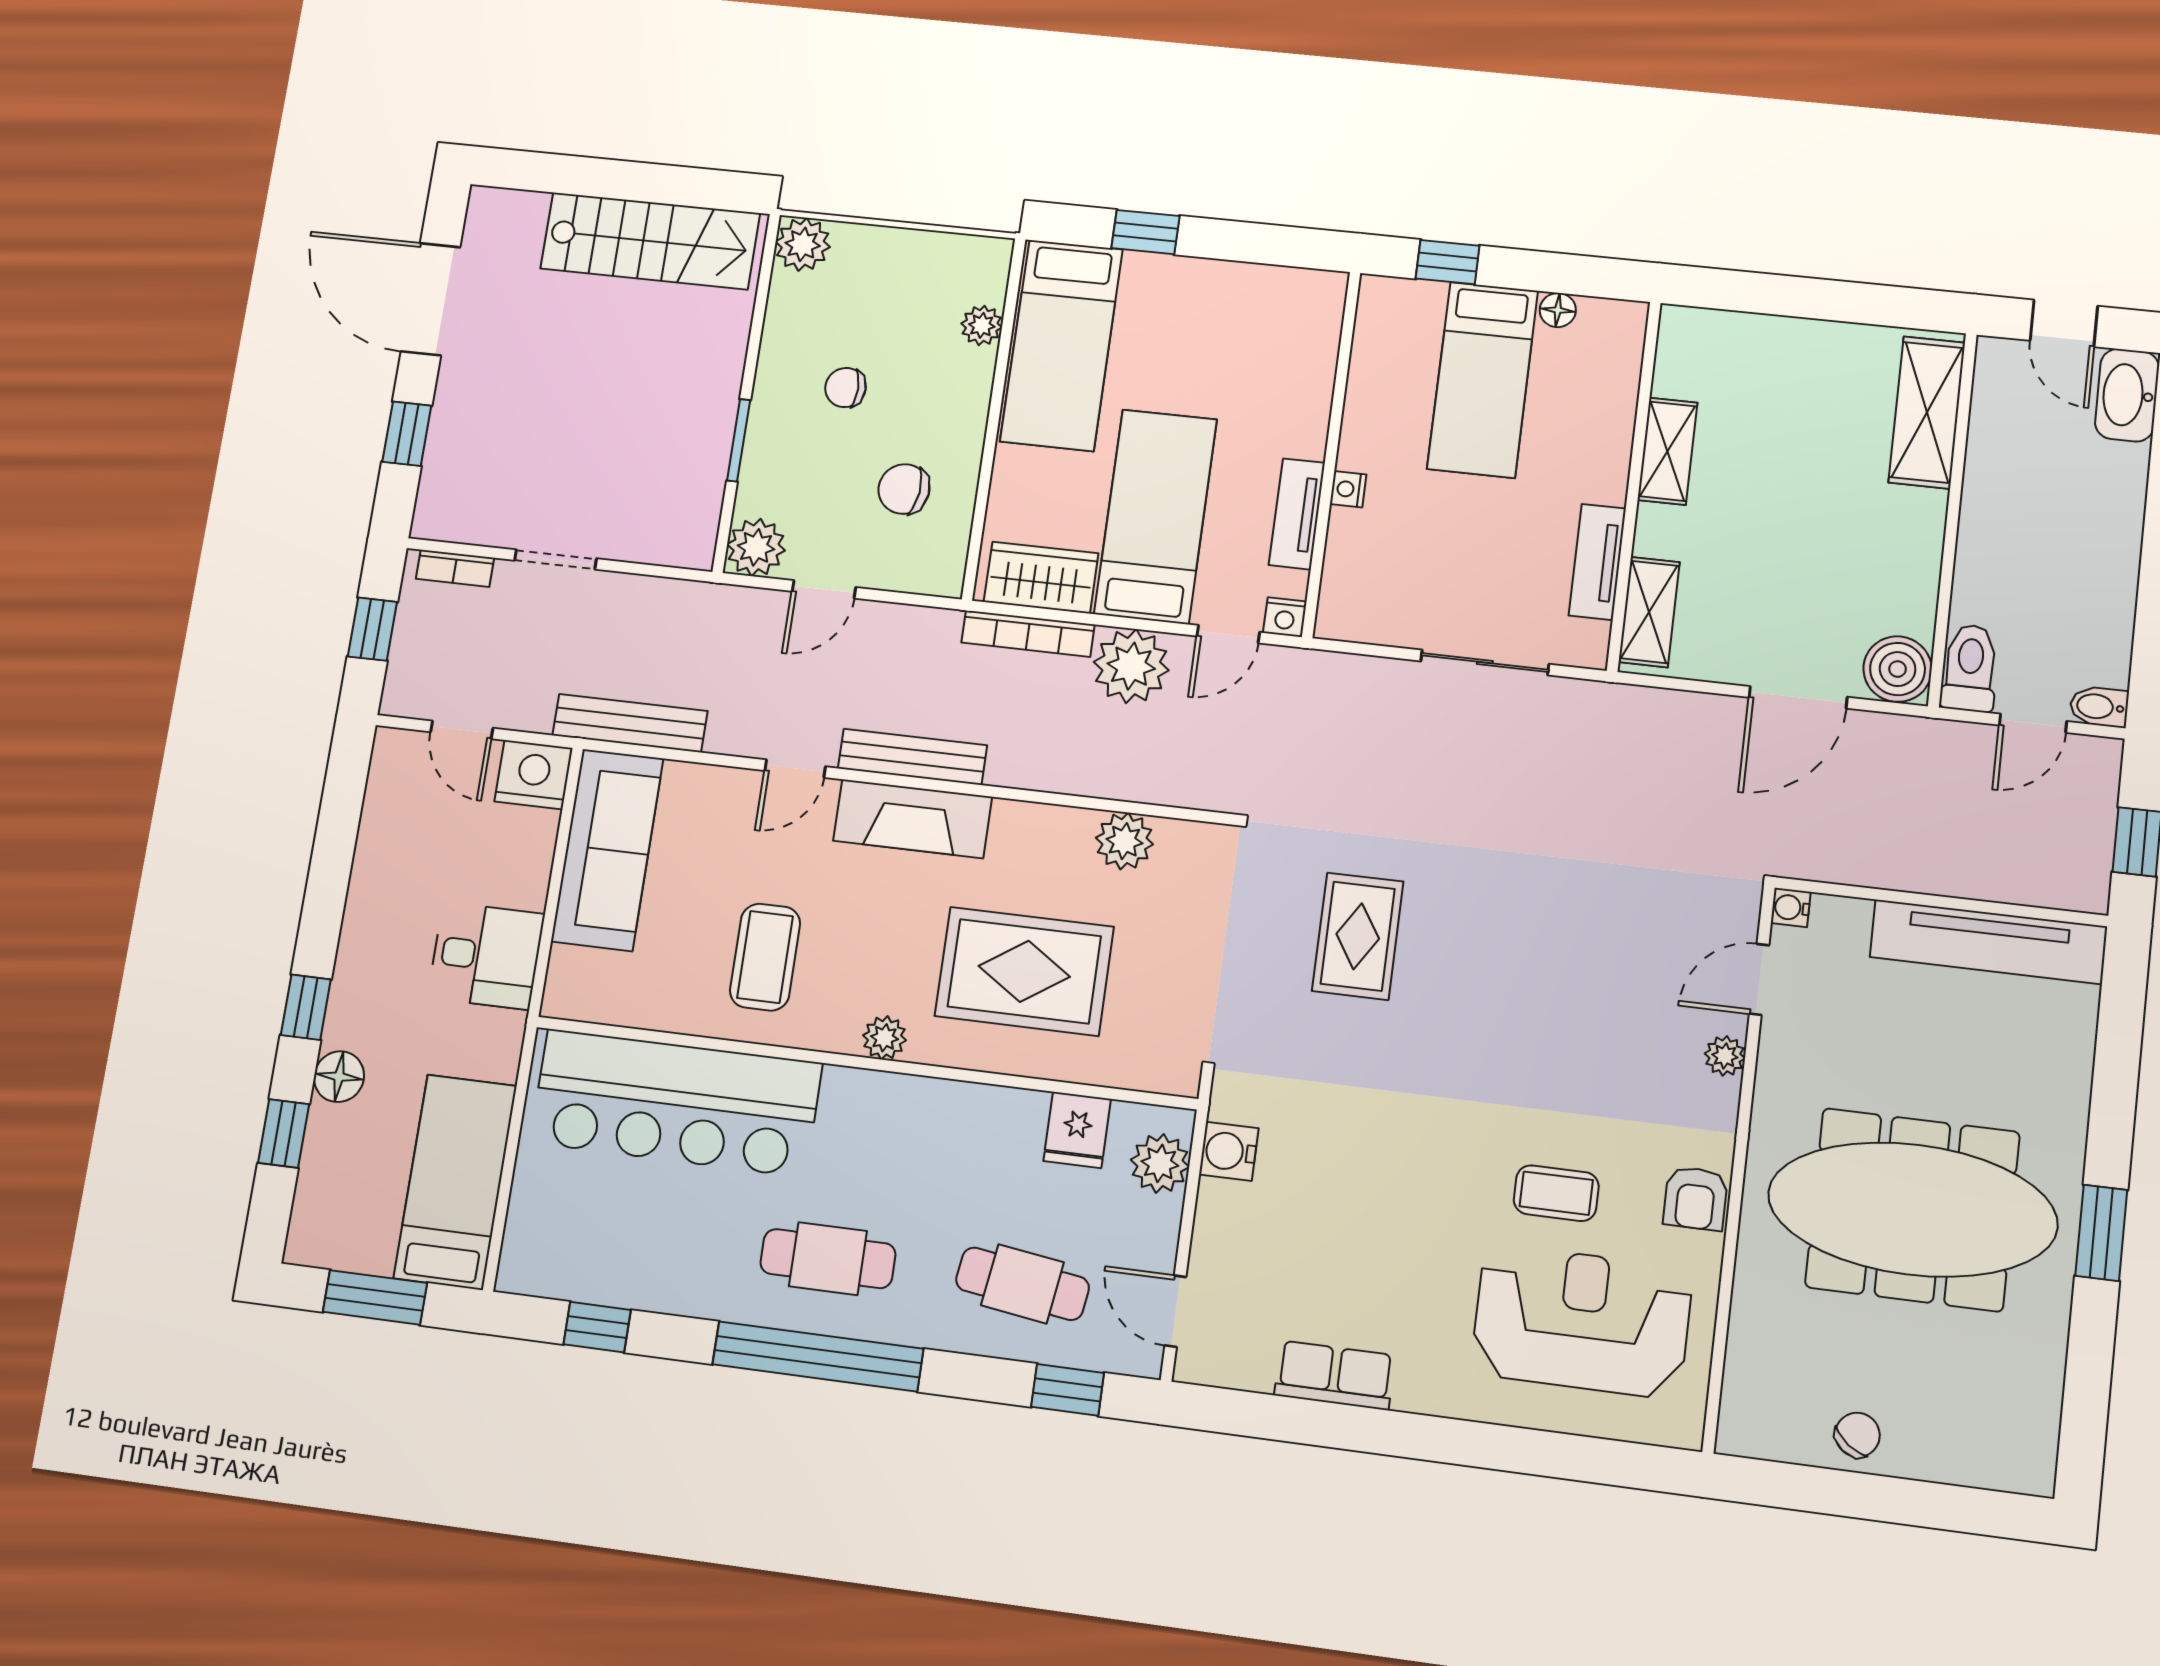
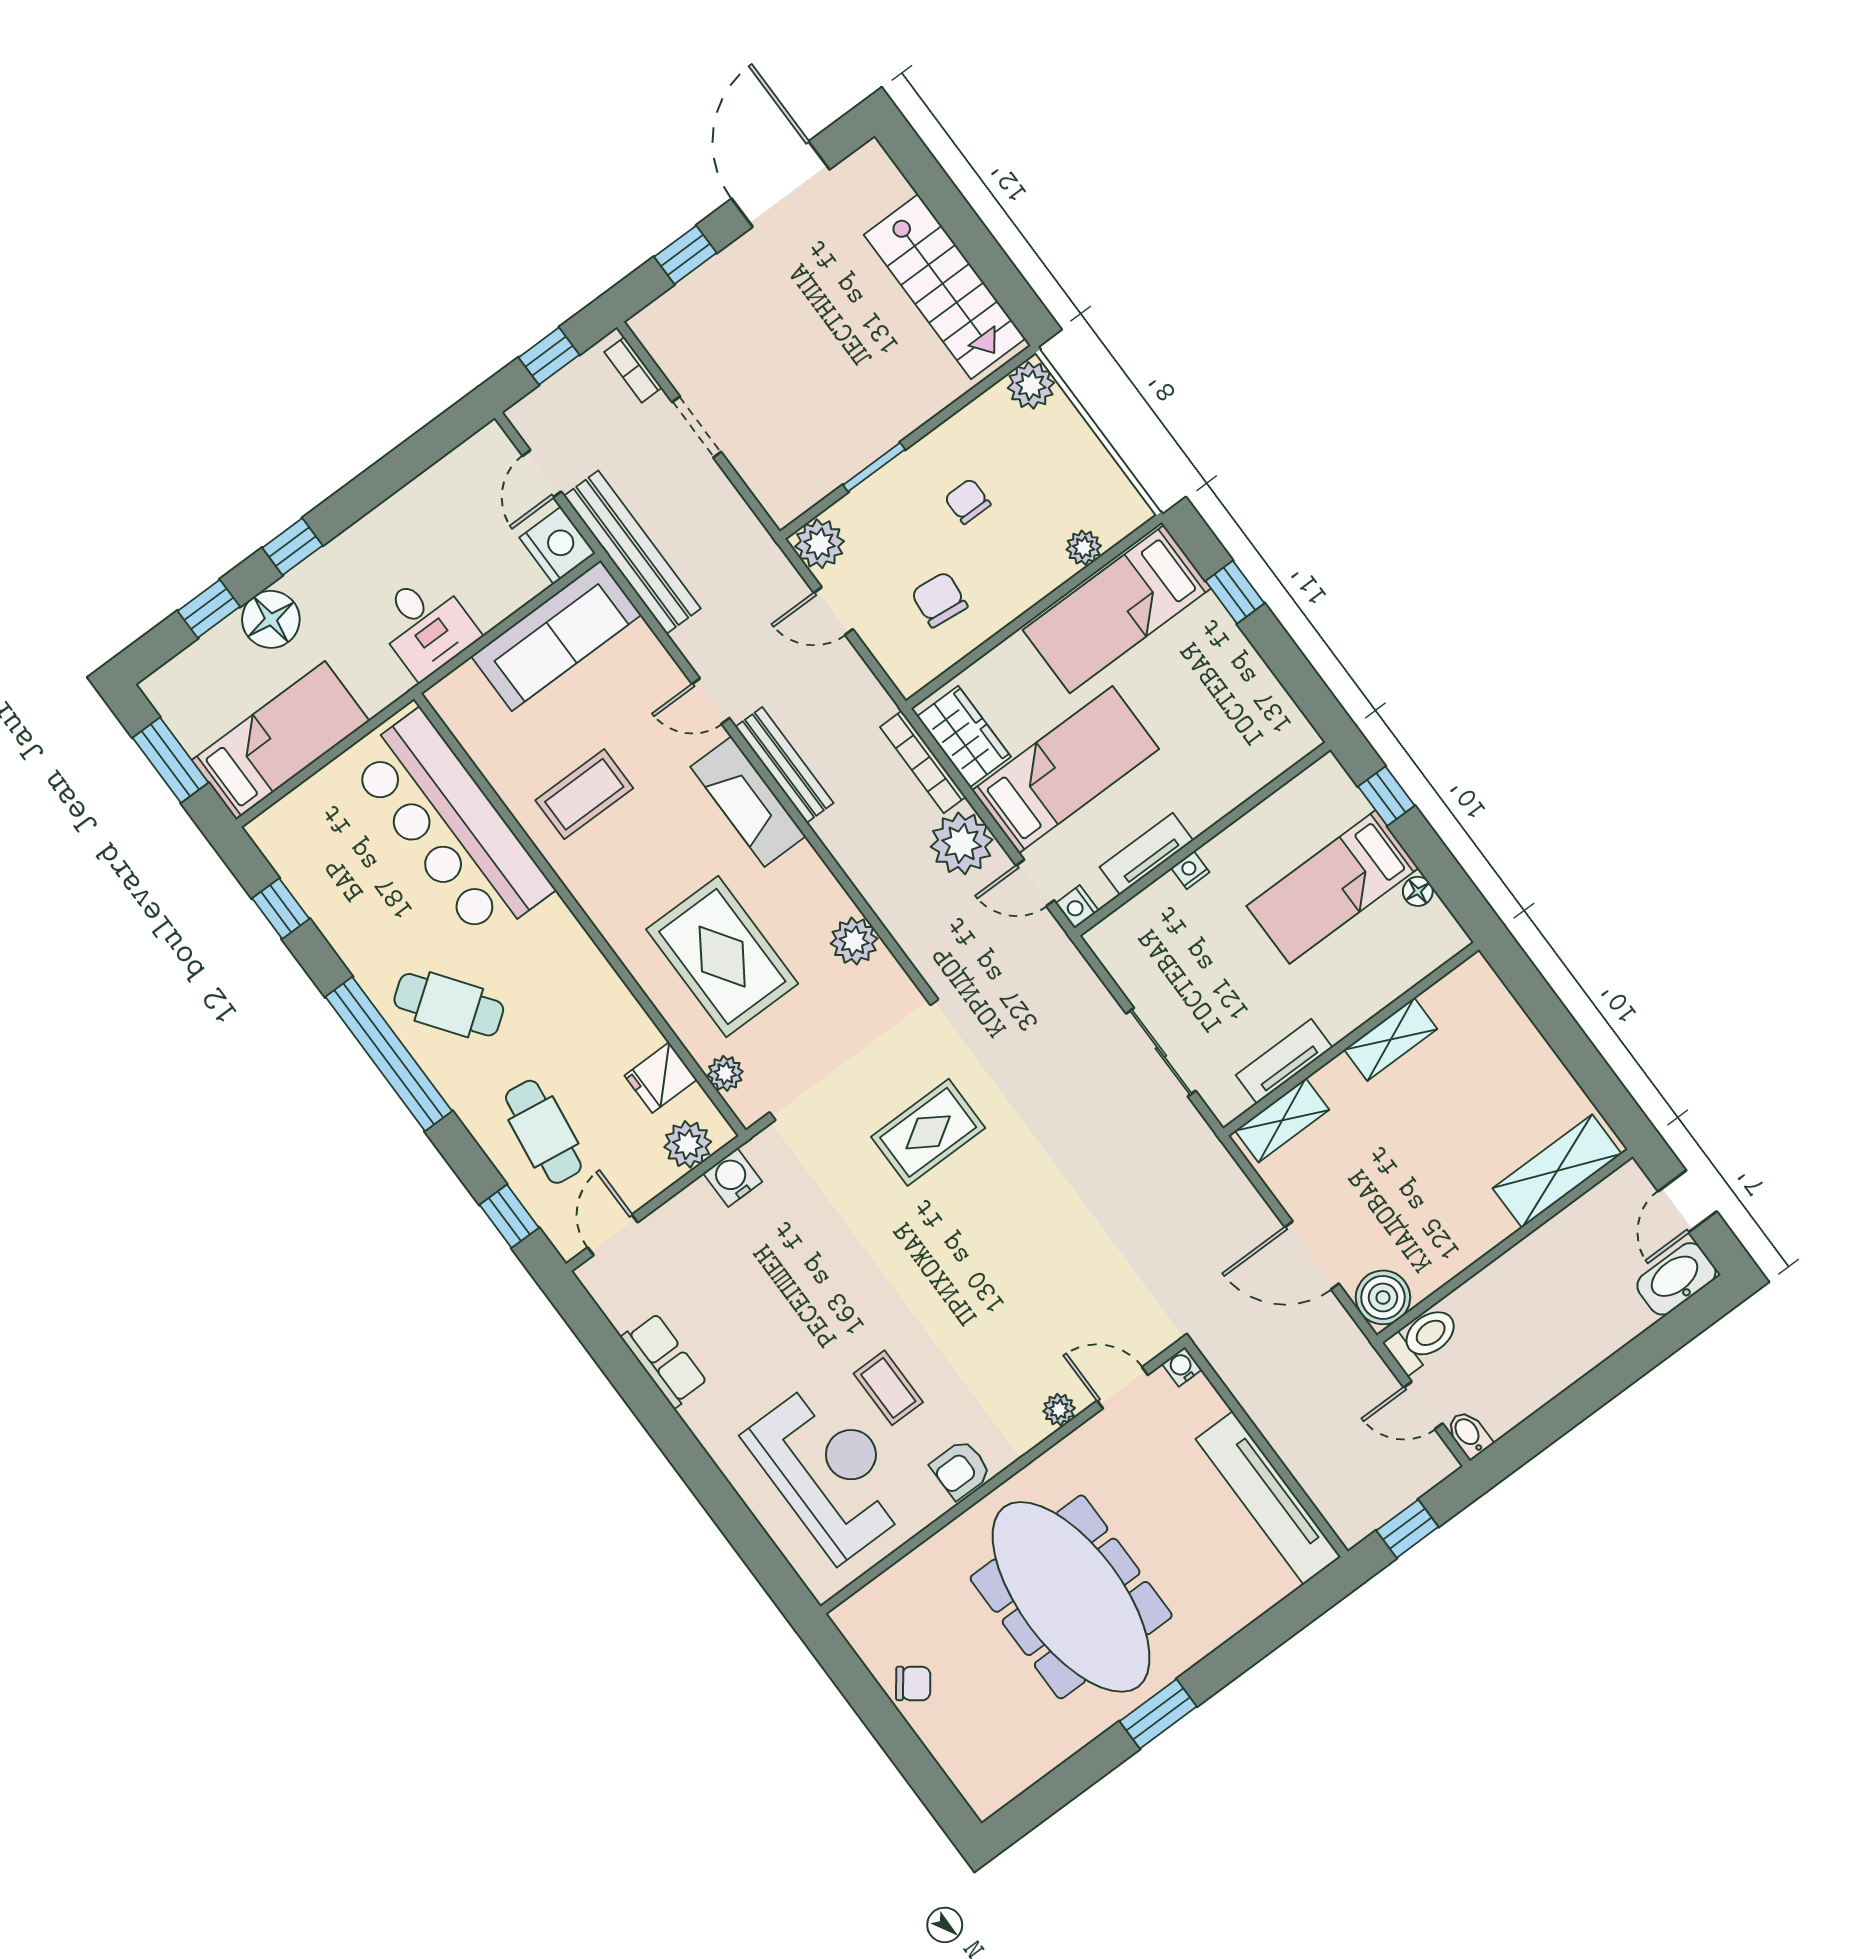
bench: (630, 723) -> (632, 552), width x1.37, depth x1.21
plant: (884, 1038) -> (725, 1073), moved
floor lamp: (339, 1077) -> (271, 619), width x1.38, depth x1.38
cafe table: (828, 1259) -> (449, 1005), turned -36

